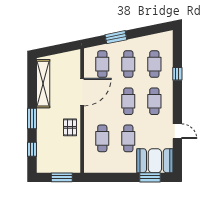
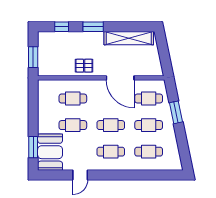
window: (177, 74) -> (139, 175), removed

